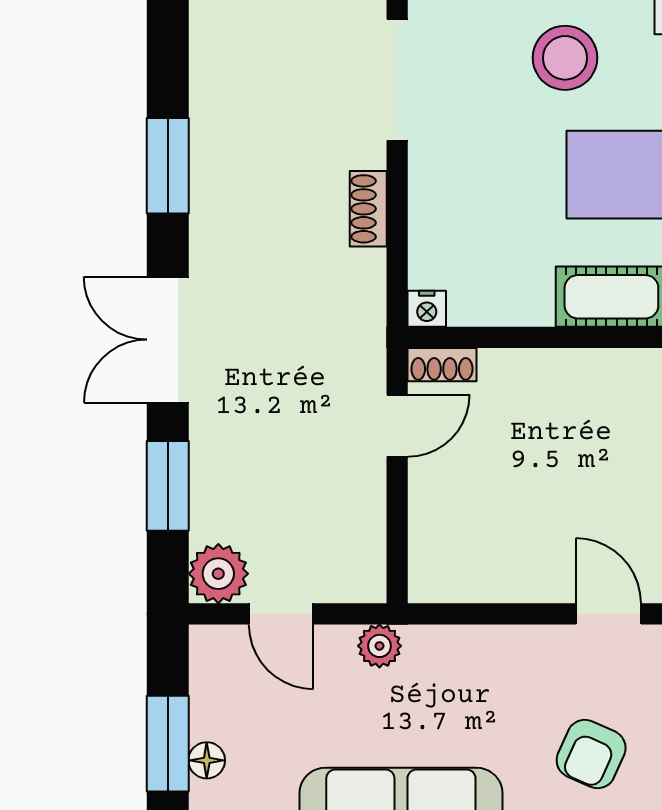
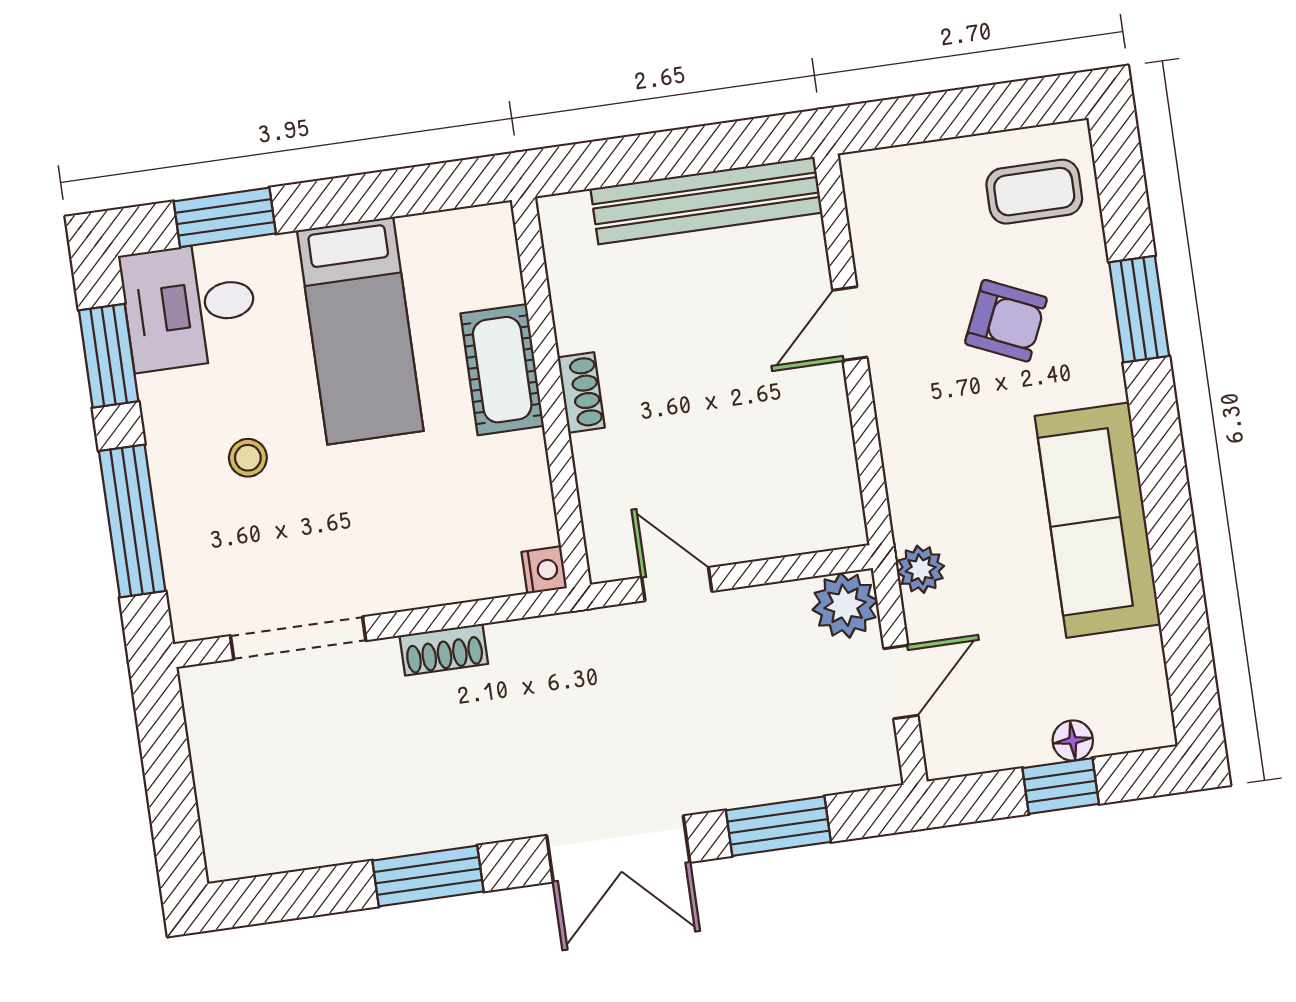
stool: (565, 58) -> (248, 458), width x0.53, depth x0.53
shoe rack: (442, 365) -> (581, 393), moved
plant: (218, 574) -> (845, 605), moved
window: (168, 744) -> (1061, 786), width x0.67

